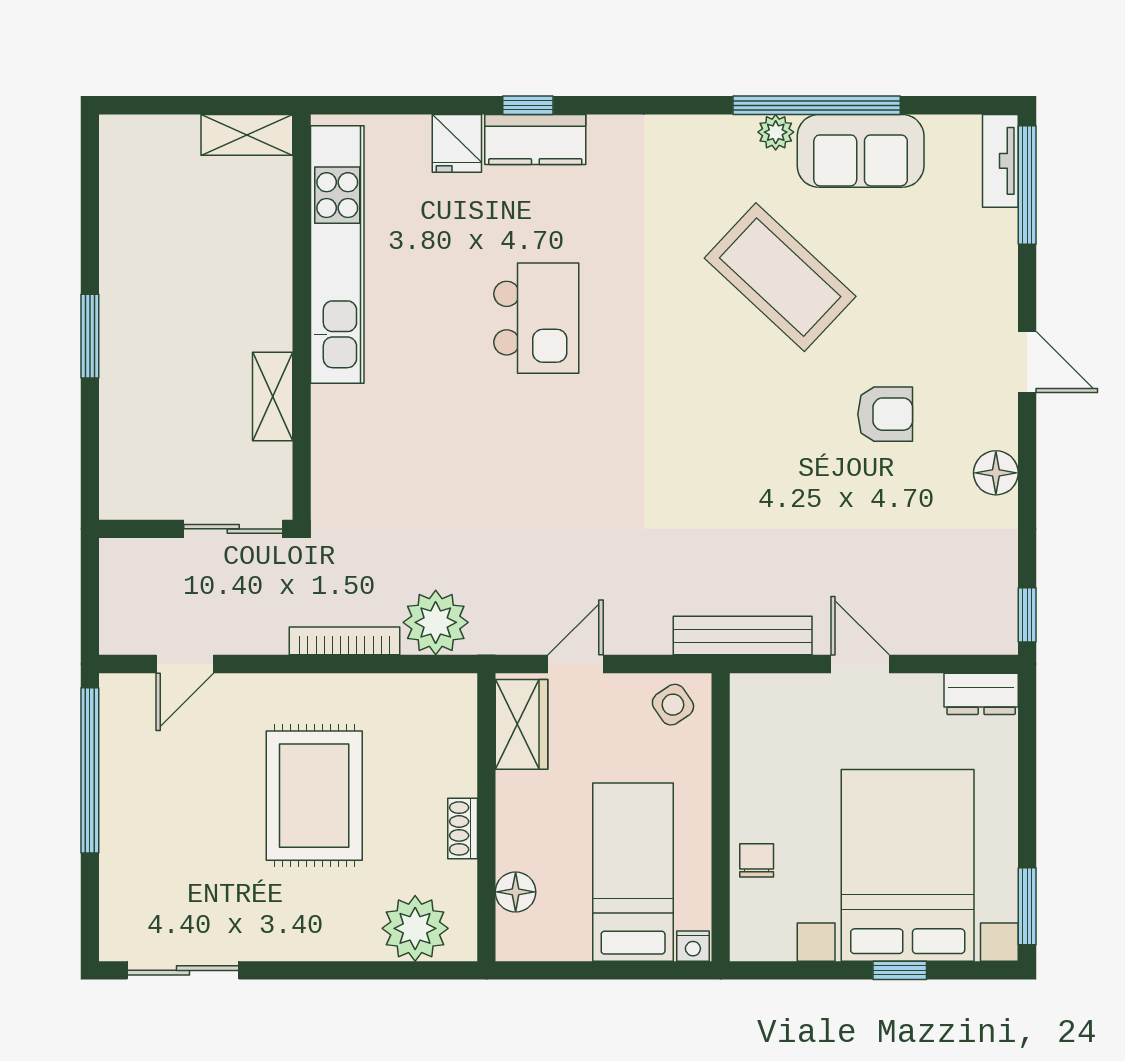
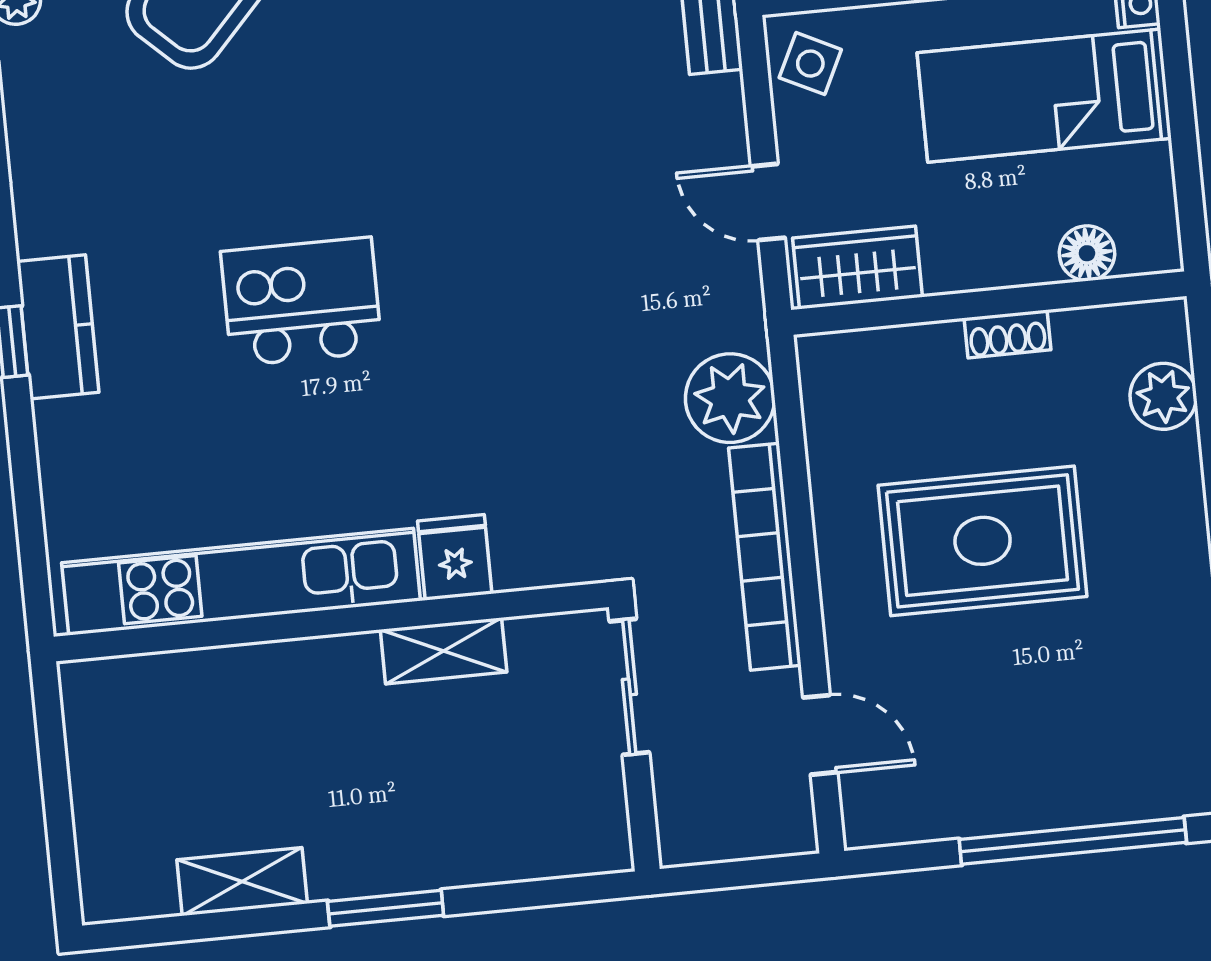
shelving: (247, 135) -> (242, 882), moved, turned 90
fridge: (457, 143) -> (455, 557), moved, turned -90
bookcase: (345, 641) -> (765, 557), width x1.48, depth x1.31
side table: (673, 705) -> (810, 64), turned -30
window: (90, 770) -> (1073, 841), moved
plant: (415, 928) -> (1163, 396), width x0.73, depth x0.73

